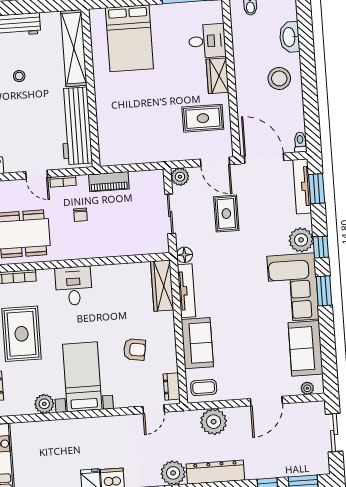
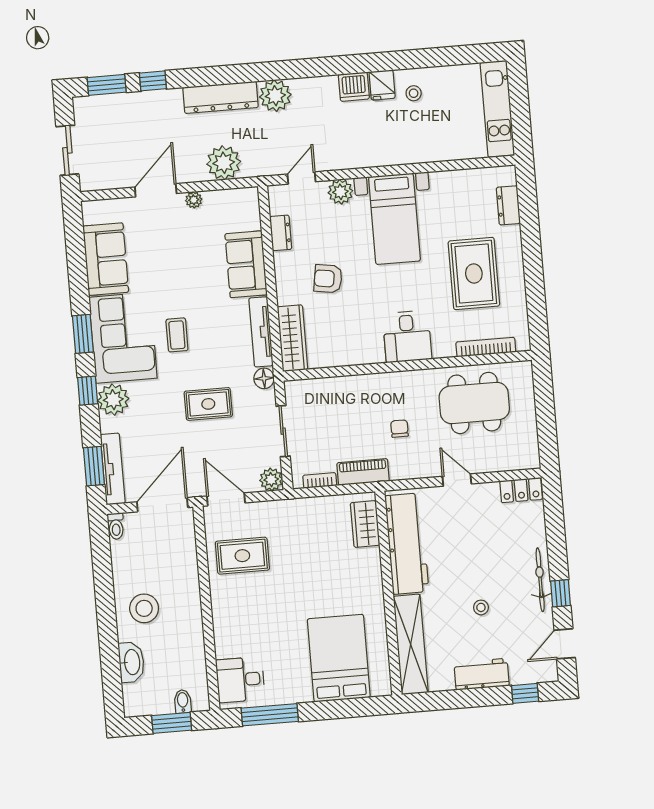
desk: (207, 41) -> (240, 680), moved
wardrobe: (217, 76) -> (365, 524), moved, turned 180
door: (264, 158) -> (162, 505), swing flipped
bookcase: (63, 181) -> (320, 480), moved
rug: (226, 214) -> (208, 404), moved, turned 90
armchair: (135, 349) -> (328, 279), moved
dresser: (172, 386) -> (281, 233), moved
coffee table: (204, 388) -> (177, 335), moved, turned 90
plant: (307, 388) -> (194, 200), moved
plant: (44, 404) -> (340, 192), moved
stool: (66, 474) -> (414, 93), added

